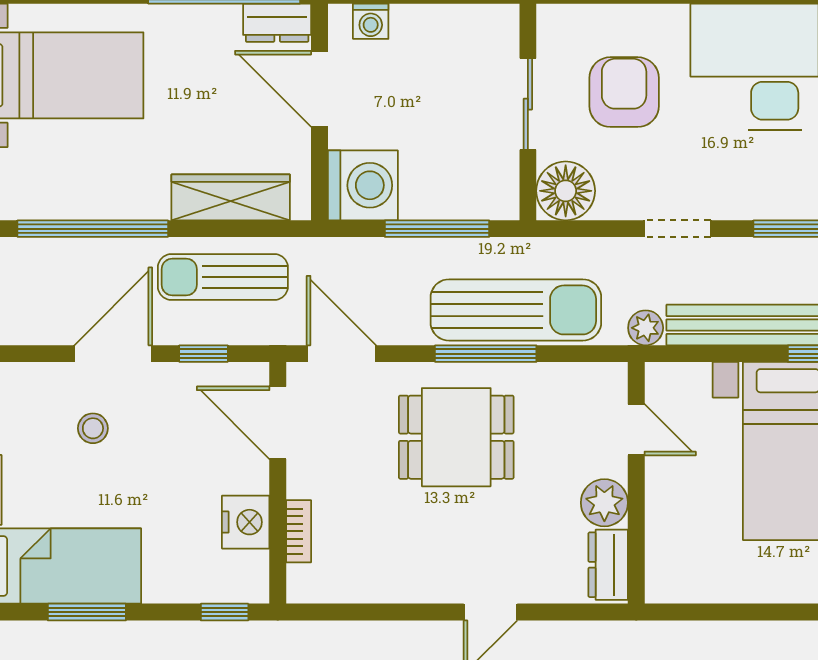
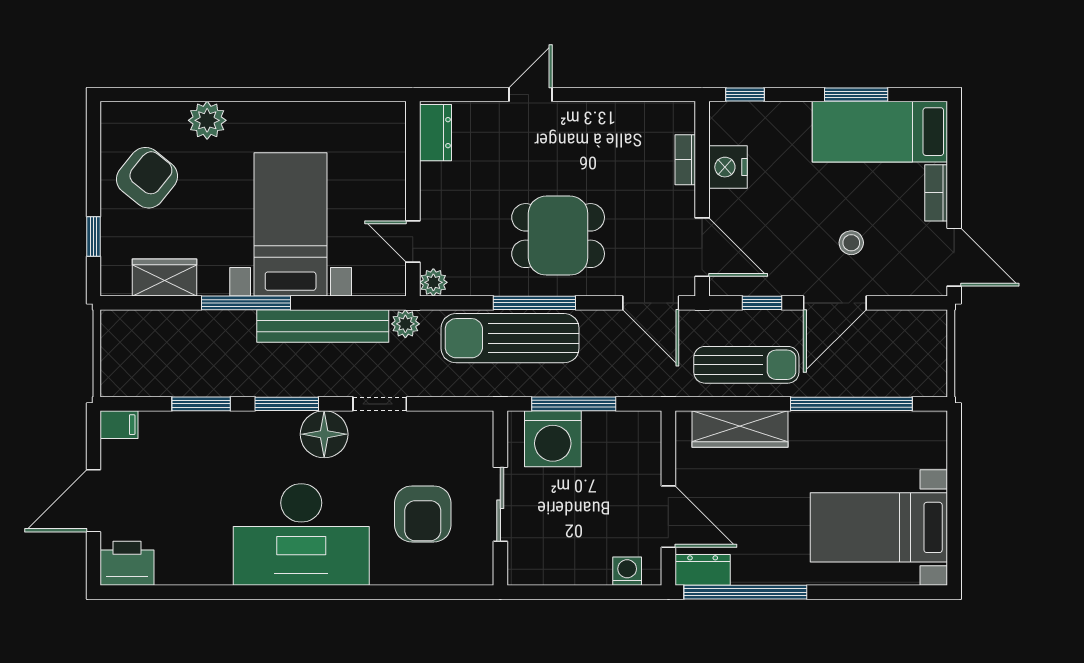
washing machine: (363, 185) -> (553, 439), moved, turned -90
floor lamp: (566, 191) -> (324, 434), moved
plant: (604, 503) -> (433, 282), moved, width x0.73, depth x0.73

